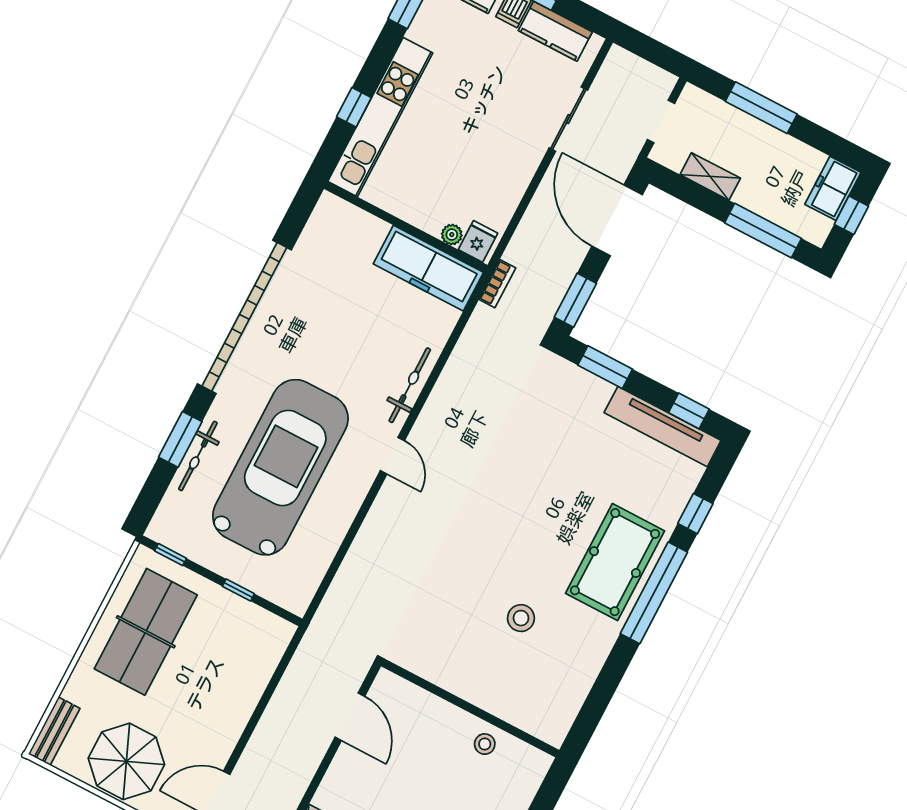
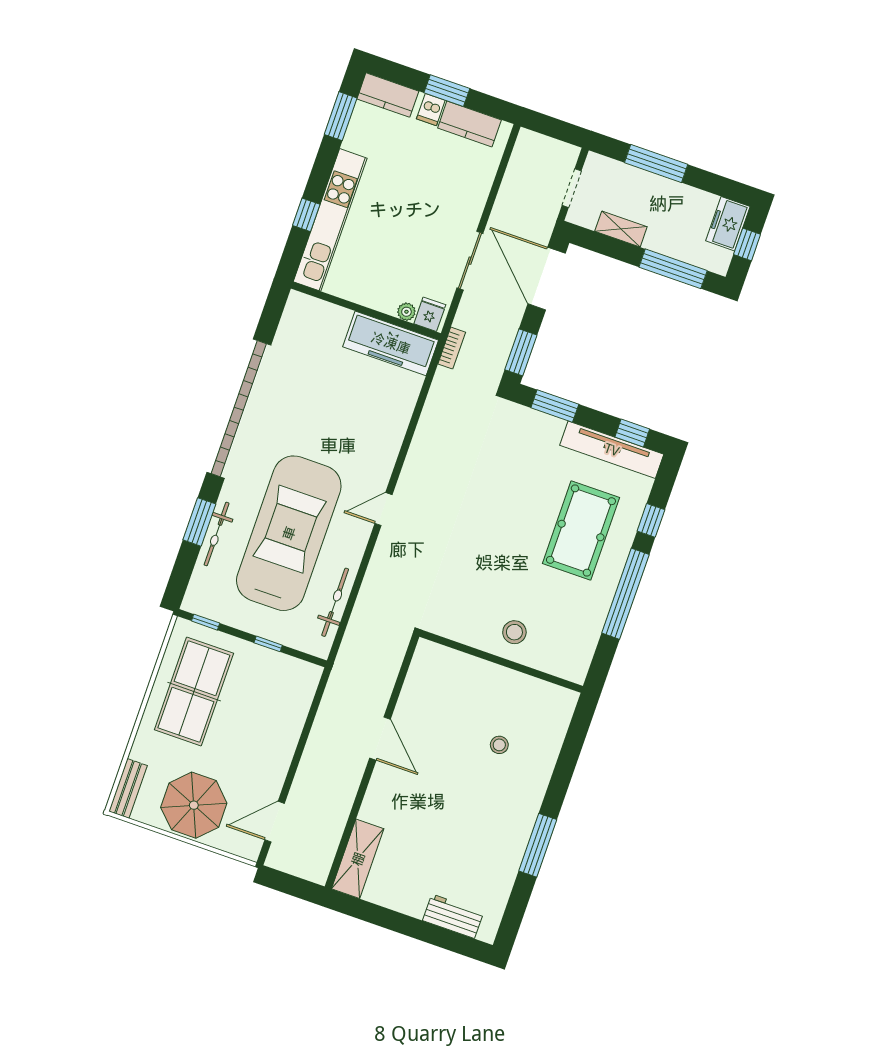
sliding door: (568, 119) -> (470, 261), moved
bicycle: (410, 385) -> (335, 602), moved
door: (392, 456) -> (383, 509), swing flipped
pool table: (615, 562) -> (581, 530), moved
wall: (470, 708) -> (501, 661), moved

